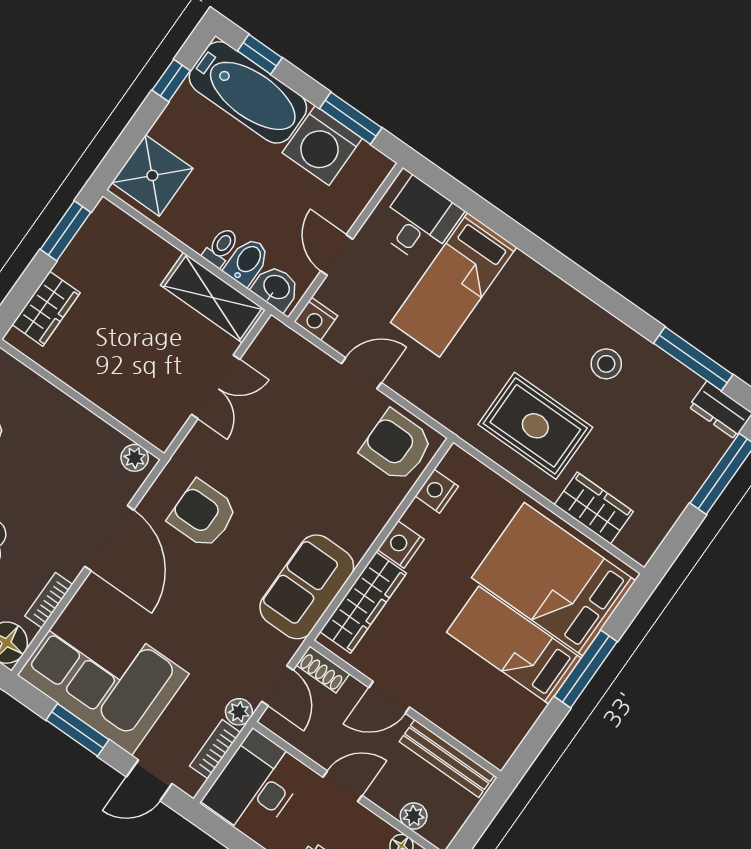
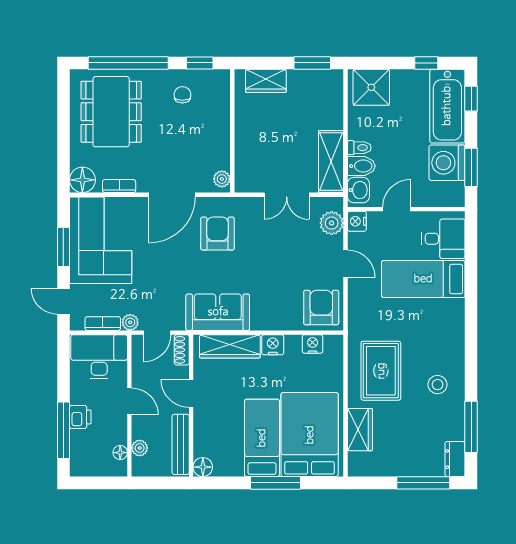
plant: (295, 354) -> (332, 223), added
floor lamp: (497, 750) -> (203, 467), added

